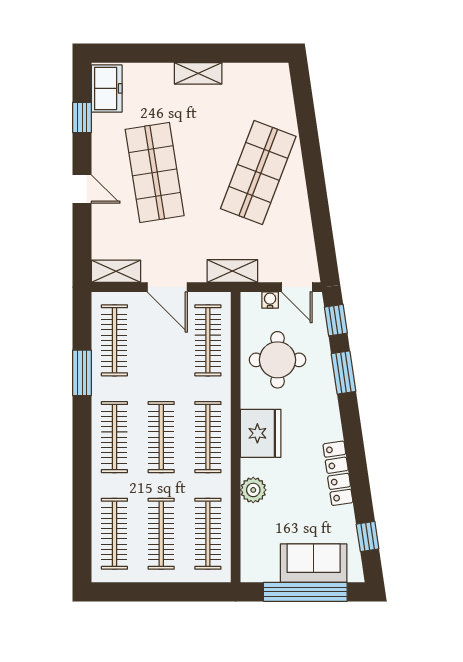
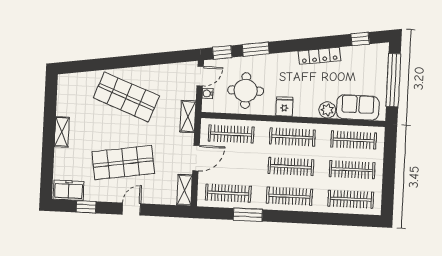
fridge: (261, 433) -> (284, 106), width x0.53, depth x0.75
sofa: (314, 563) -> (358, 107), moved, turned 90

